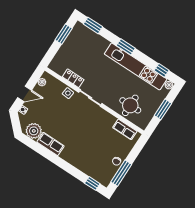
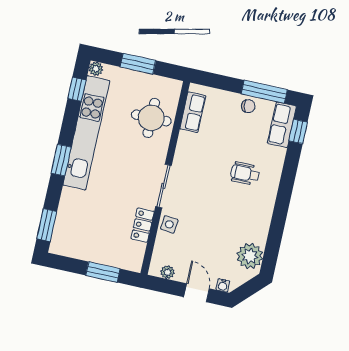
window: (64, 34) -> (103, 272), moved
row of seats: (50, 144) -> (282, 125), moved
wheelchair: (80, 145) -> (245, 173), added

